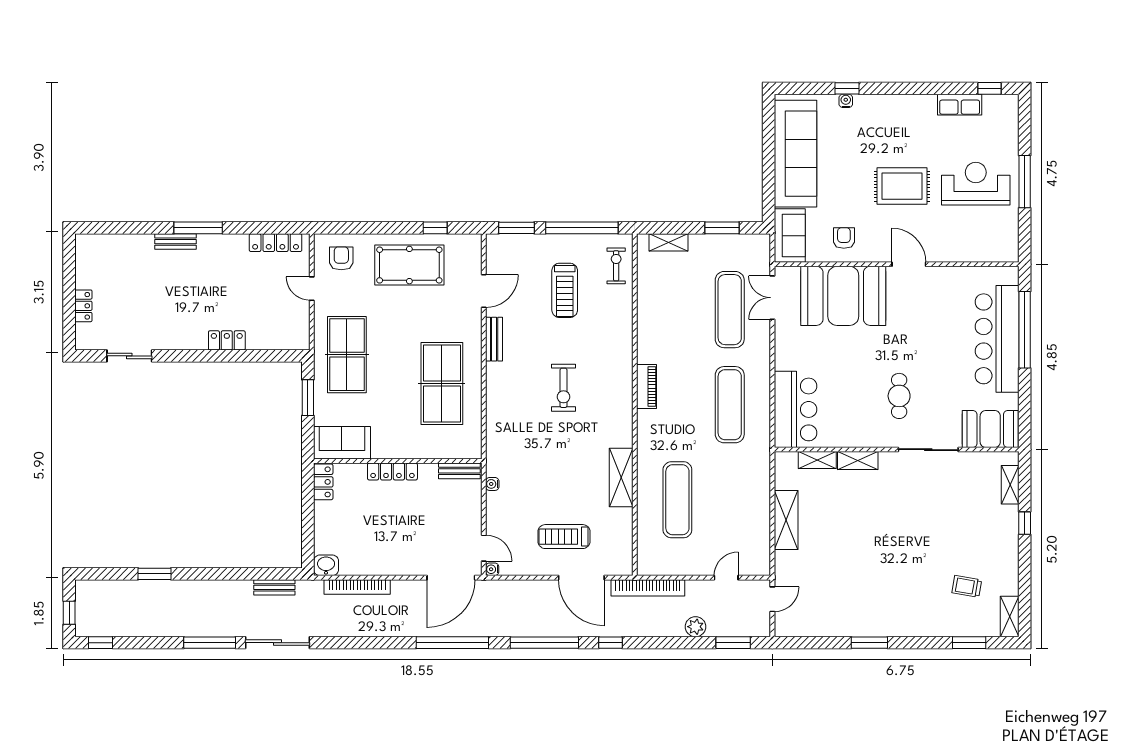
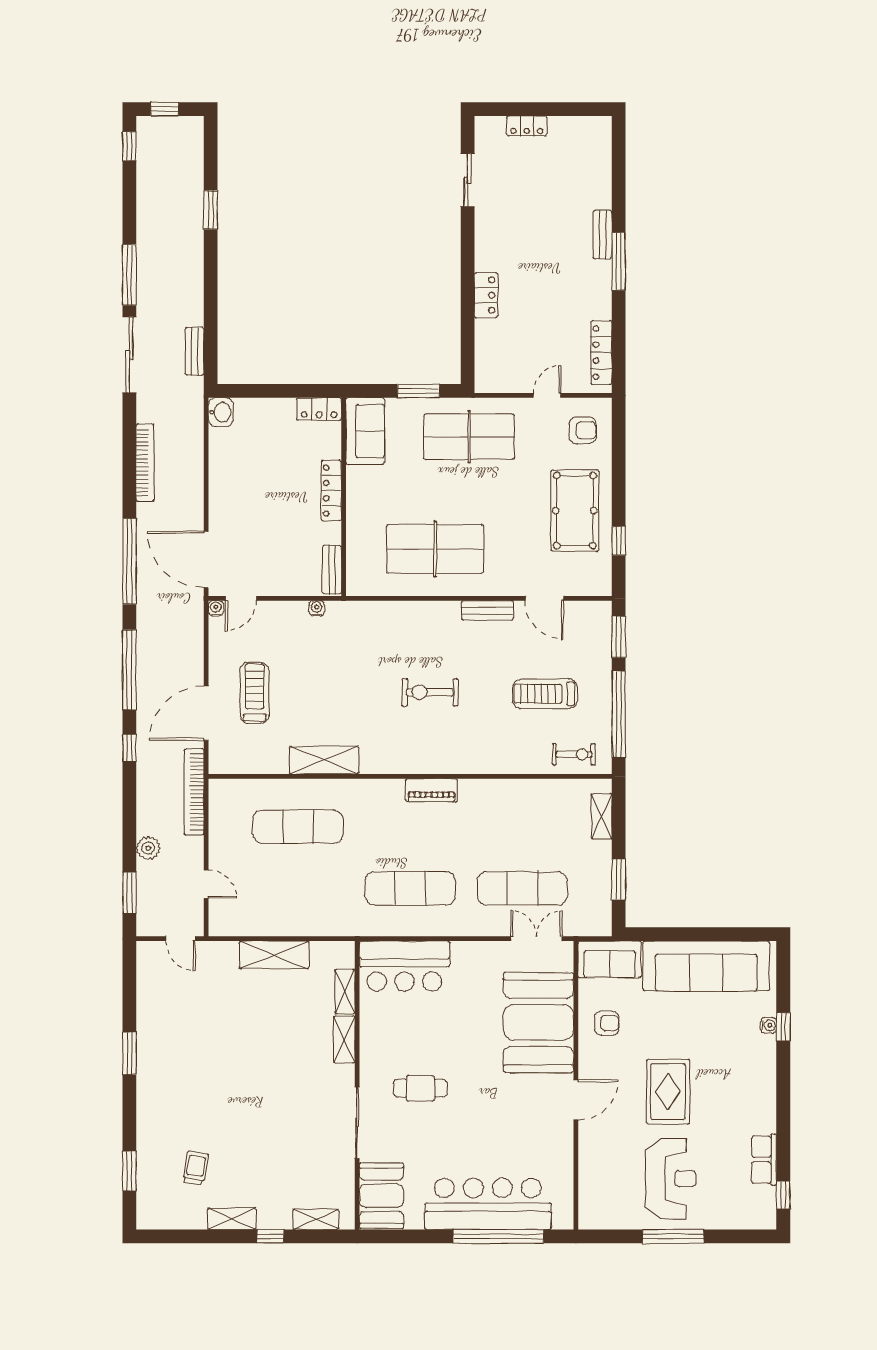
bookcase: (357, 587) -> (145, 463), moved, turned 180
shelving: (1010, 616) -> (232, 1219), moved

